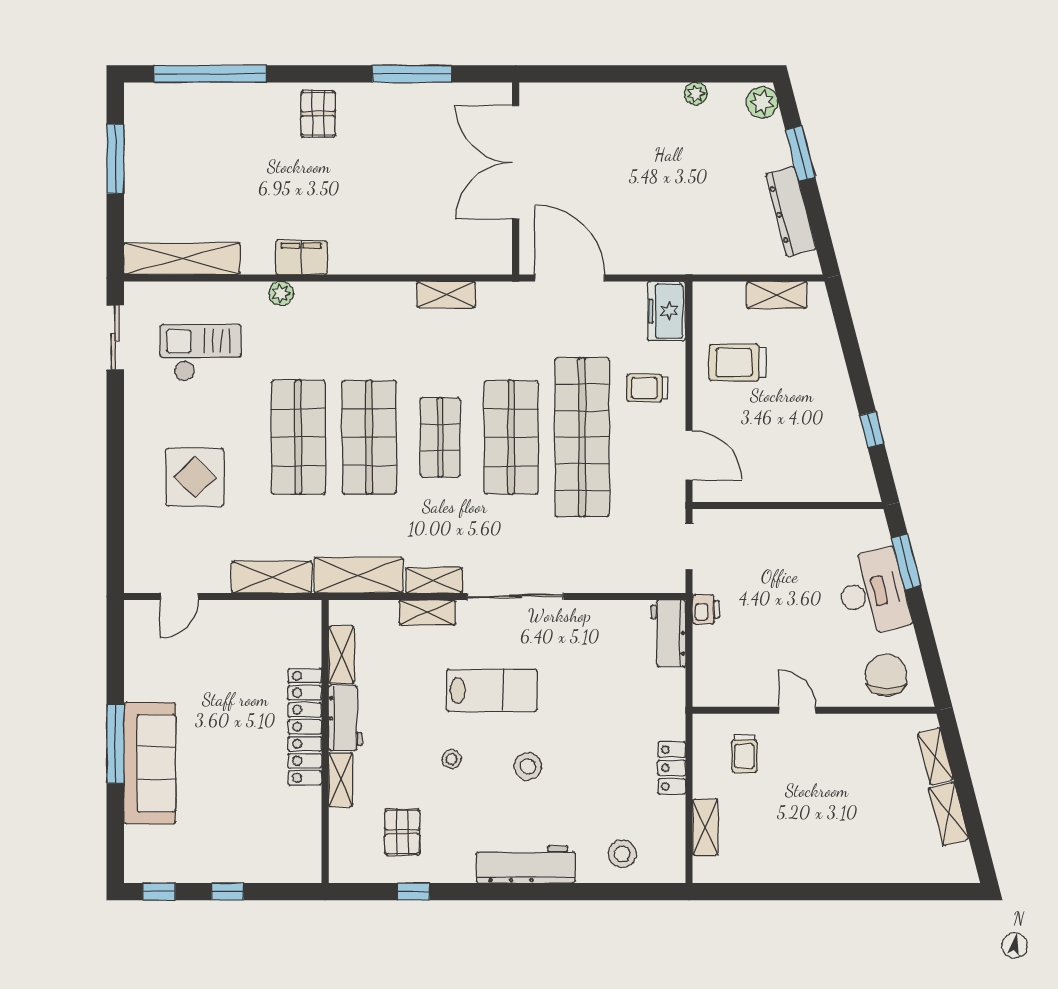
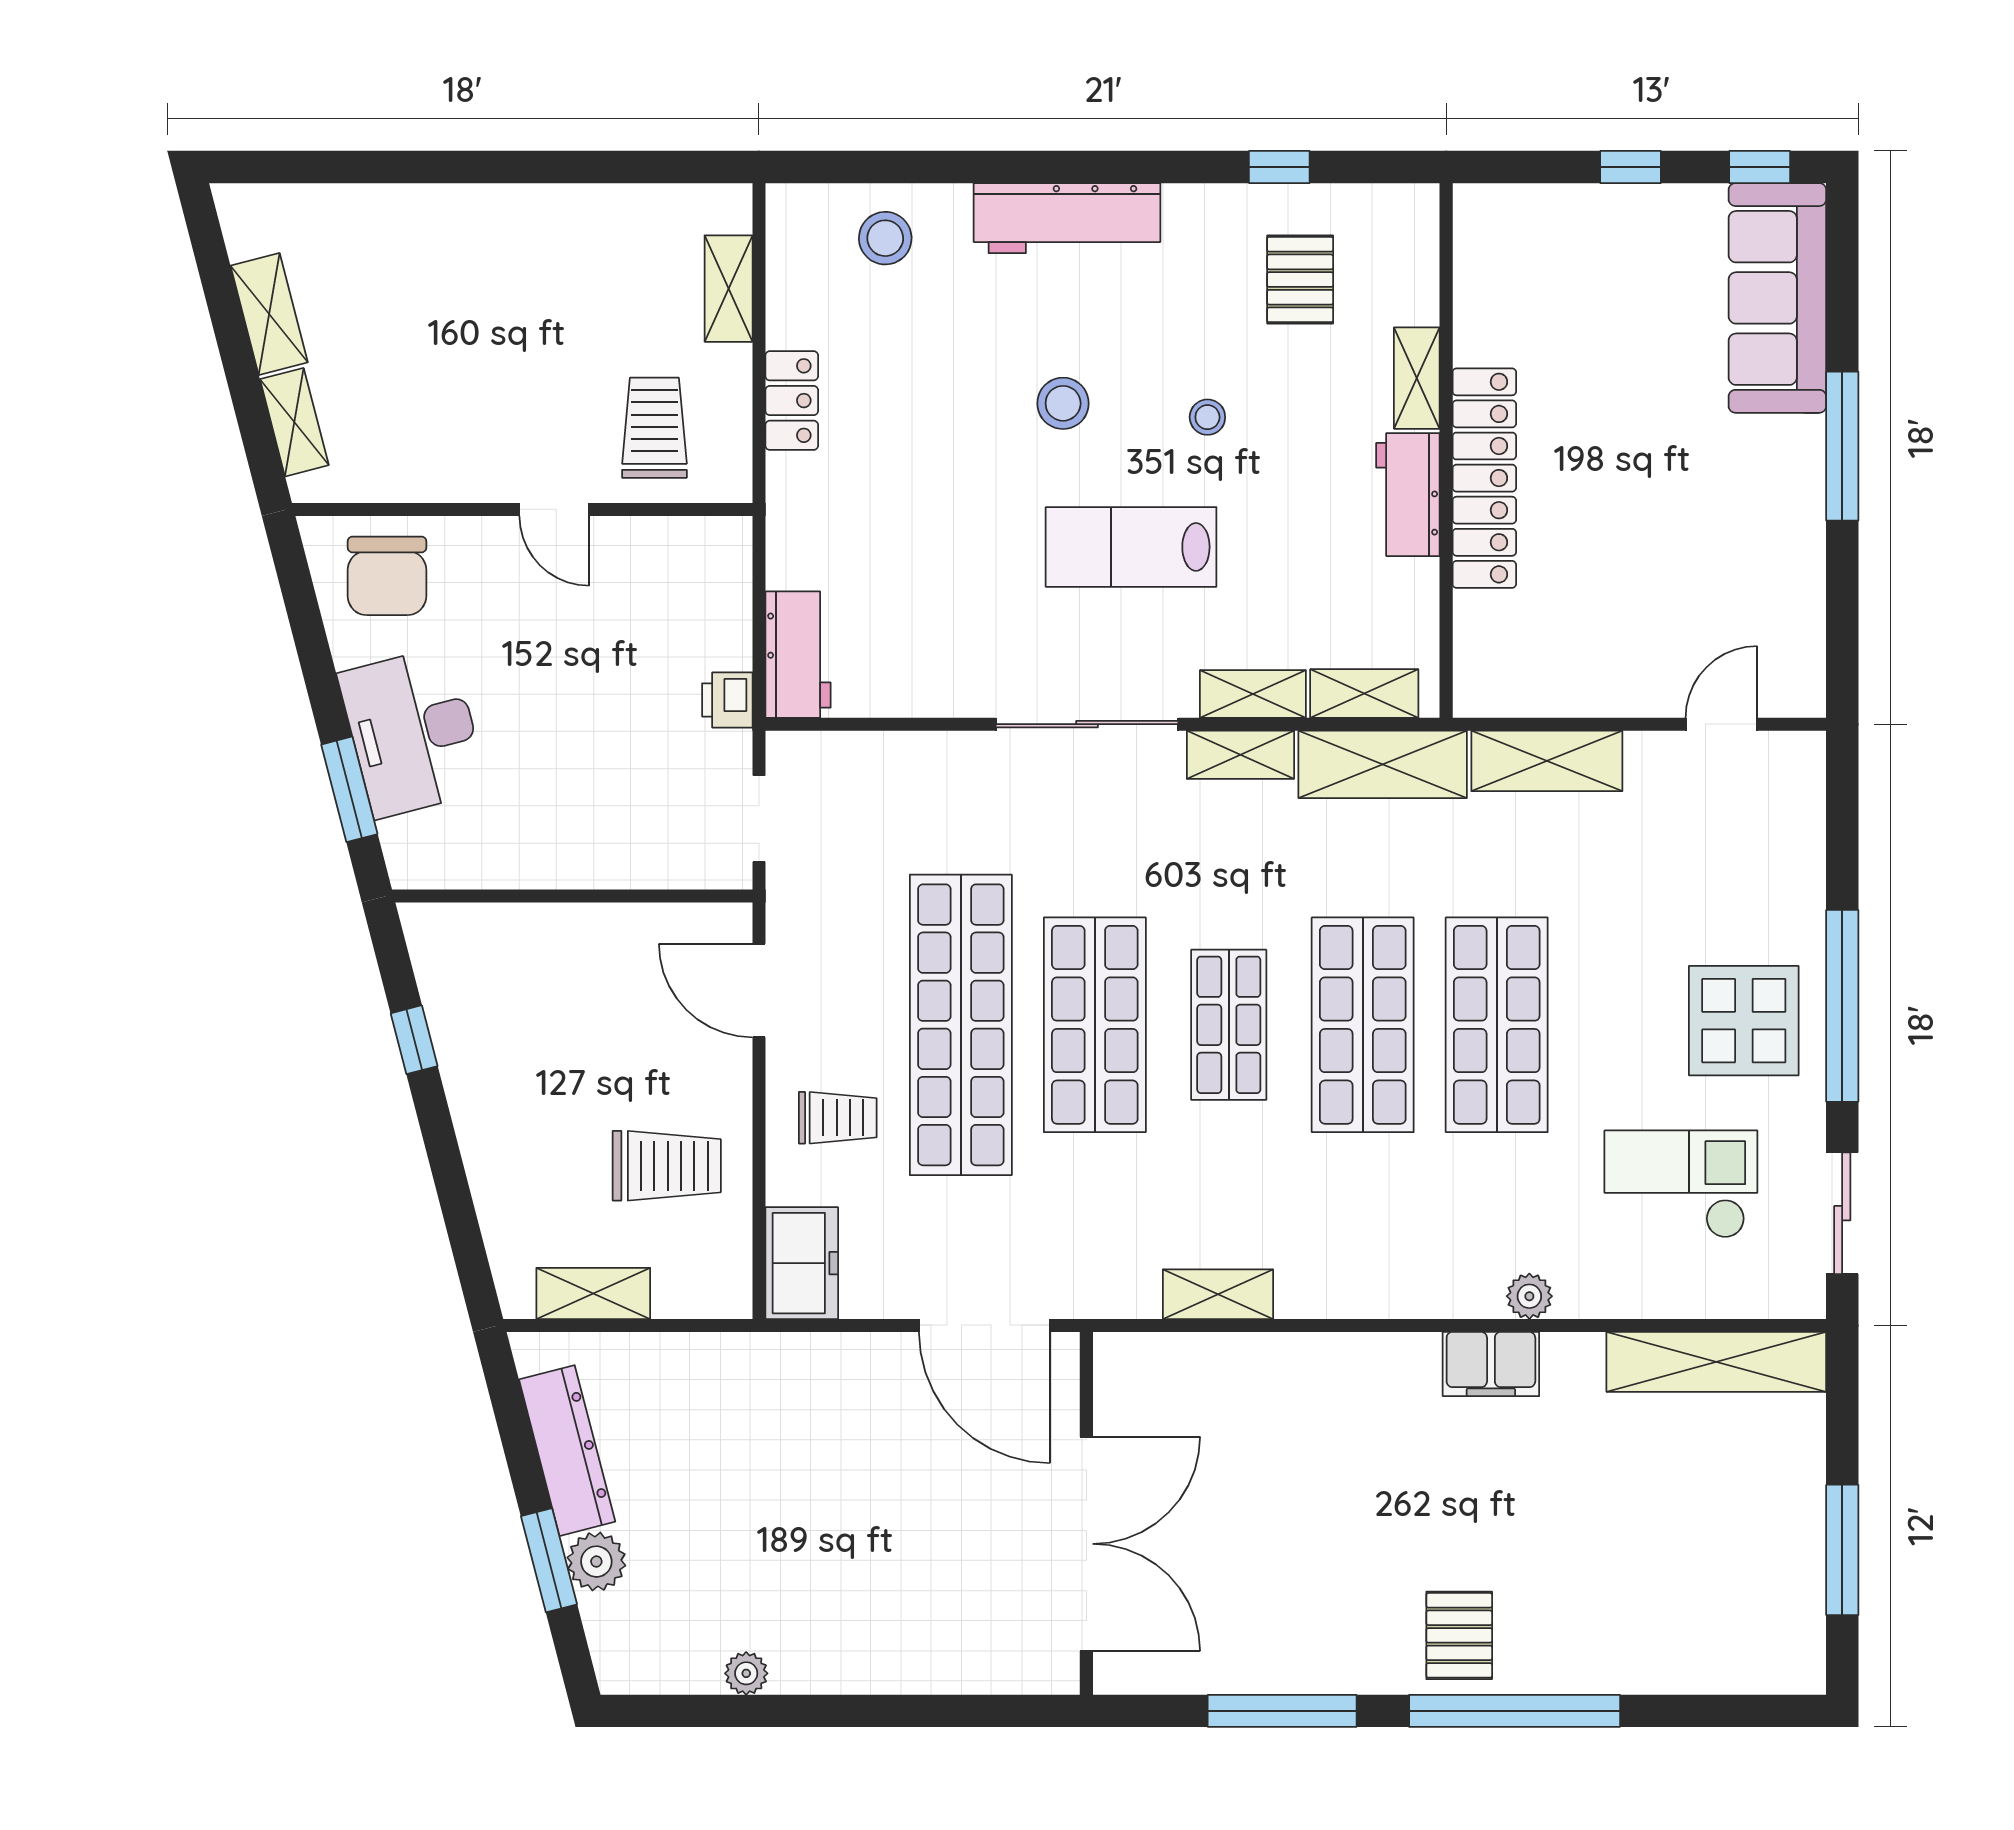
window: (210, 74) -> (1515, 1711), moved
plant: (762, 102) -> (596, 1562), moved
checkout: (201, 353) -> (1681, 1184), turned 180
window: (115, 447) -> (1842, 1006), added
display table: (195, 477) -> (1744, 1021), moved
shelving: (341, 655) -> (1364, 693), moved, turned 90
trolley: (744, 753) -> (654, 428), width x1.36, depth x1.39
sofa: (150, 763) -> (1777, 298), moved

